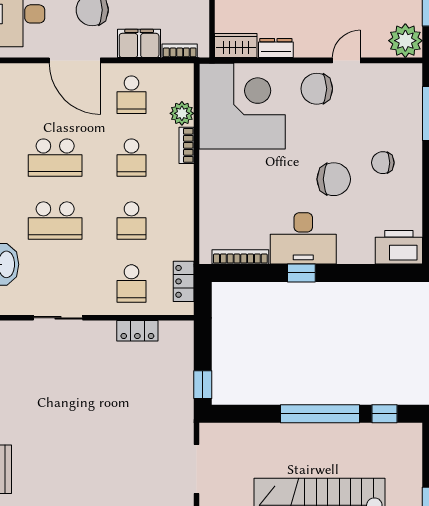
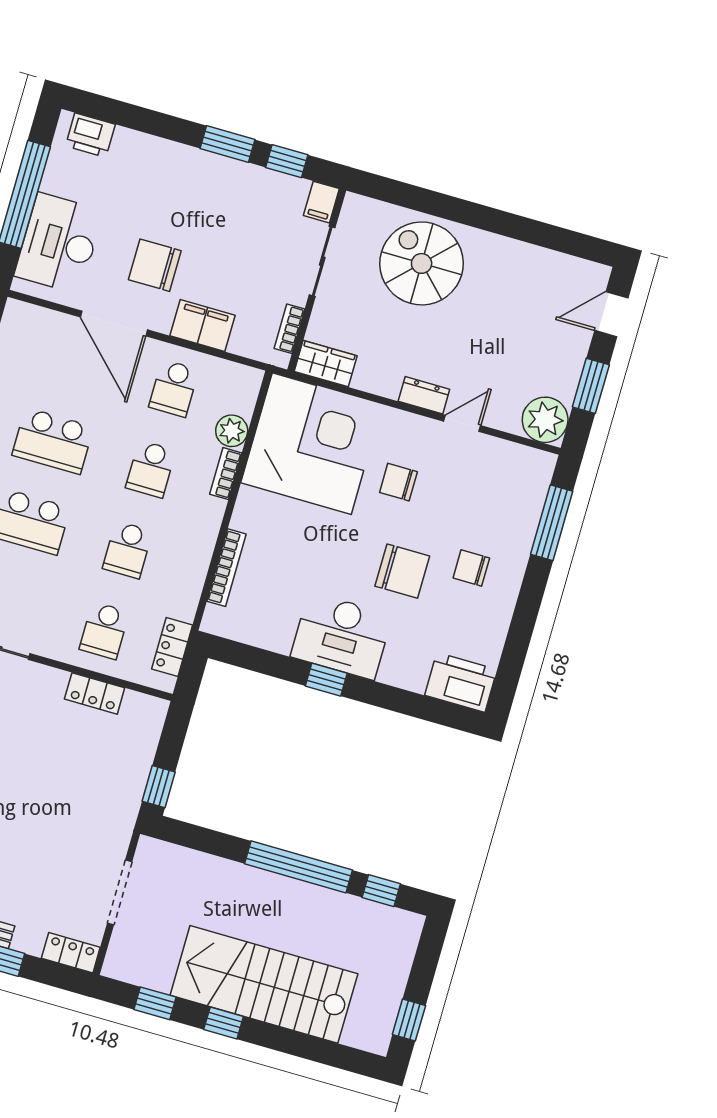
dresser: (276, 48) -> (424, 395), moved
bookcase: (180, 51) -> (289, 329), moved, turned -90
chair: (317, 89) -> (398, 482), moved, width x0.73, depth x0.73
bookcase: (240, 257) -> (226, 568), moved, turned 90

